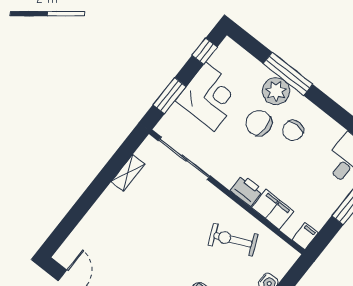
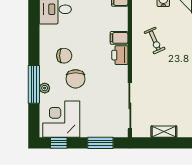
plant: (276, 91) -> (45, 88), width x0.53, depth x0.53
corner desk: (210, 96) -> (61, 119), moved
filing cabinet: (273, 209) -> (119, 38), width x0.50
exercise bike: (233, 240) -> (155, 41), width x0.73, depth x0.72

